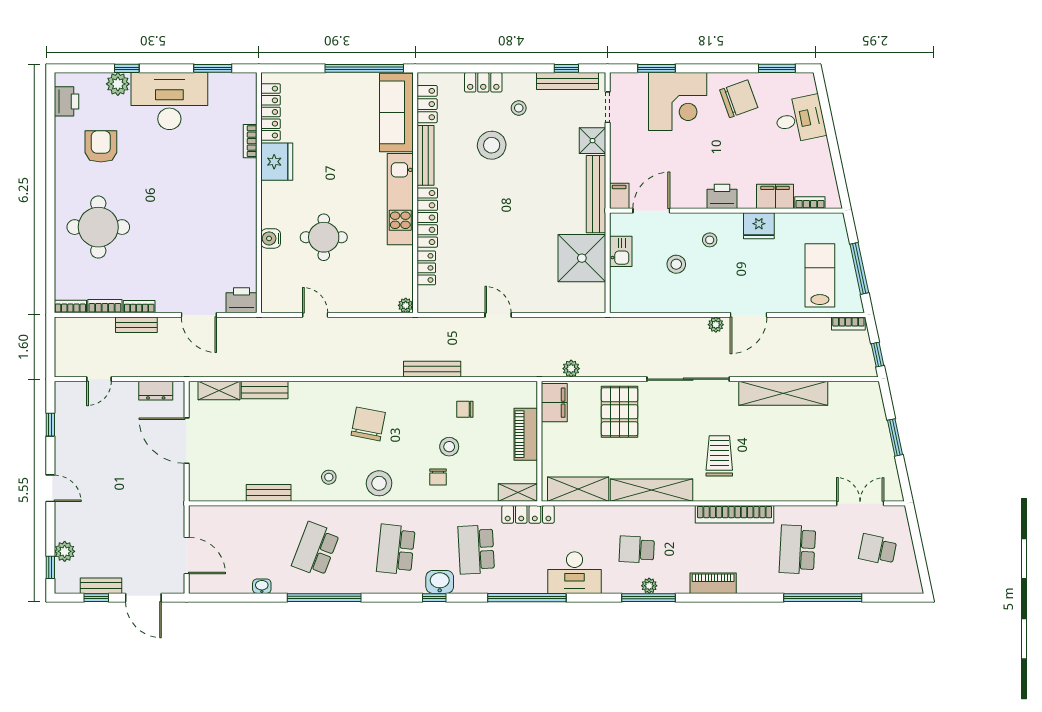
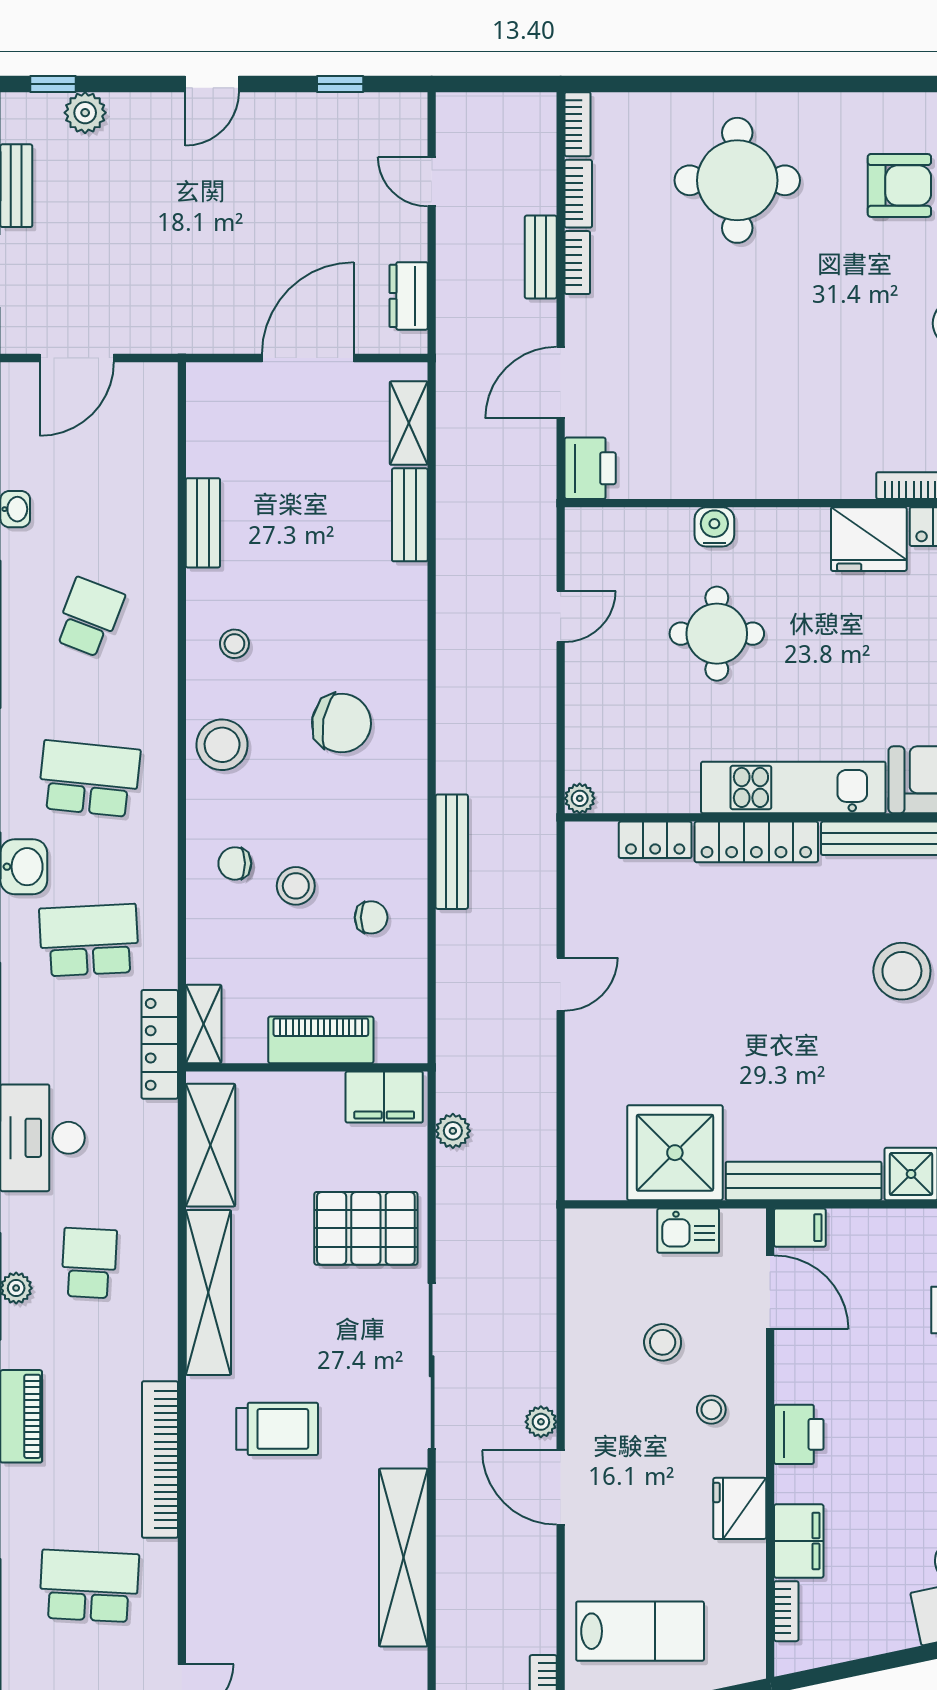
chair: (465, 409) -> (371, 917), turned 90
school desk: (316, 549) -> (89, 617), width x0.54

